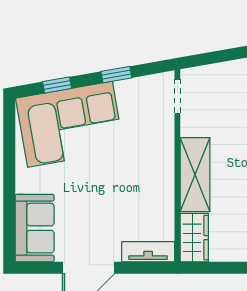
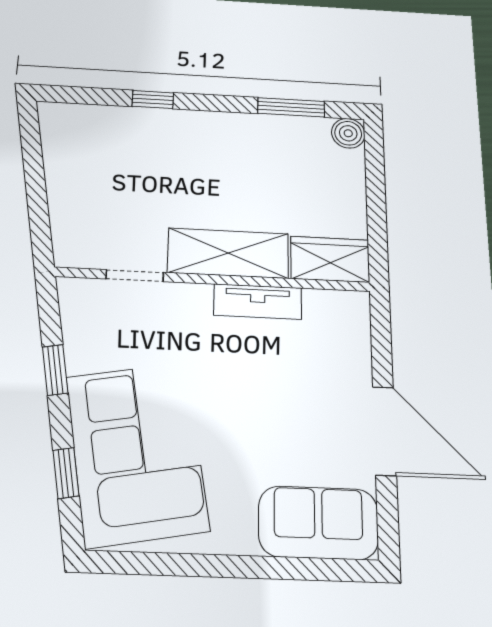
doorway: (177, 96) -> (135, 276), moved
tv unit: (148, 252) -> (258, 302), moved, turned -90

